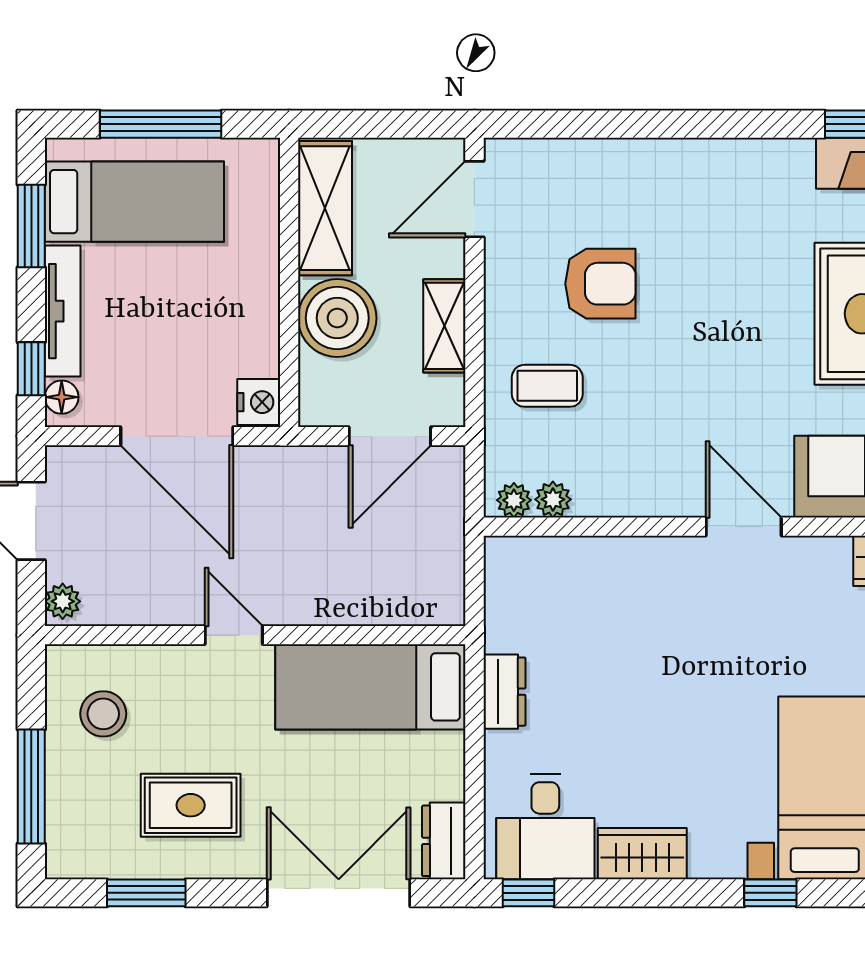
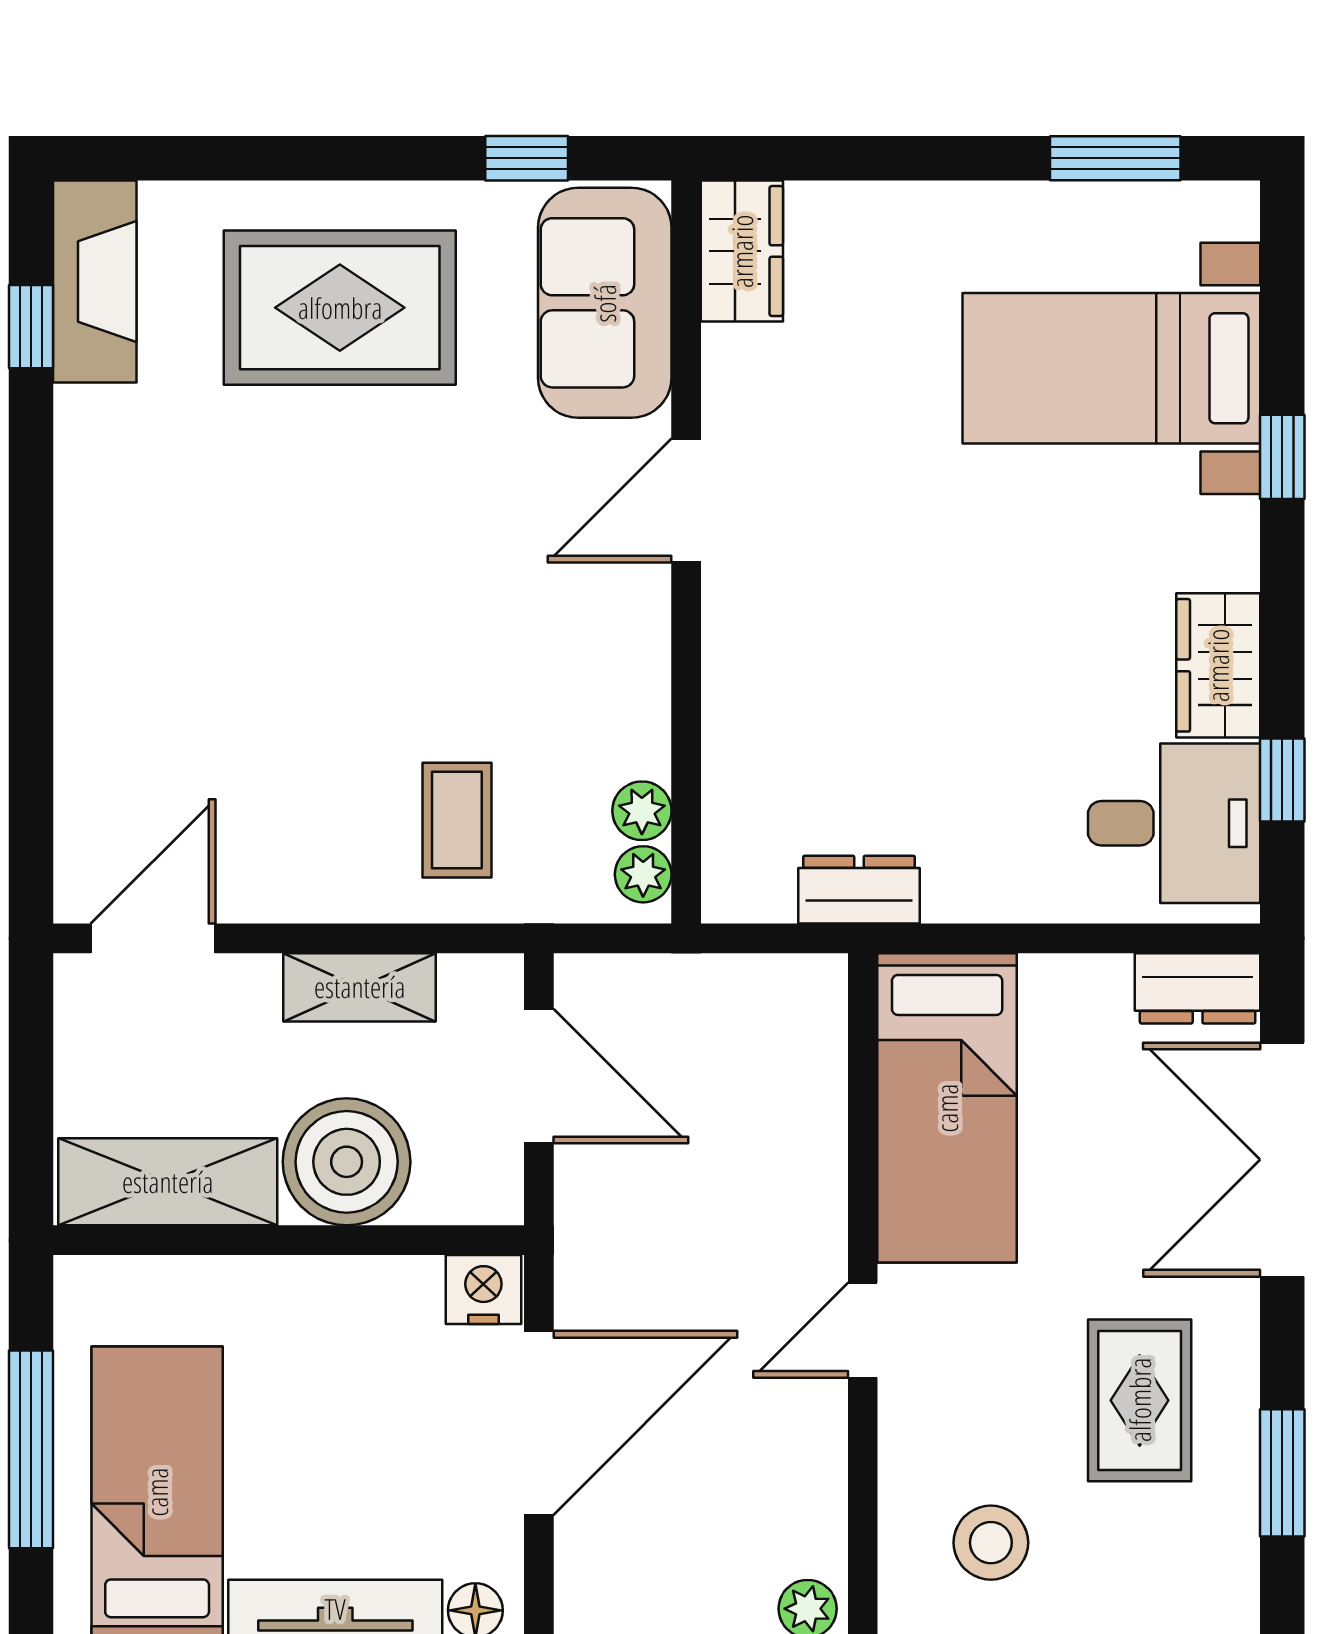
door: (474, 199) -> (153, 938), swing flipped
armchair: (600, 284) -> (291, 733), removed
dresser: (504, 692) -> (859, 890), moved
window: (529, 893) -> (1282, 780), moved

